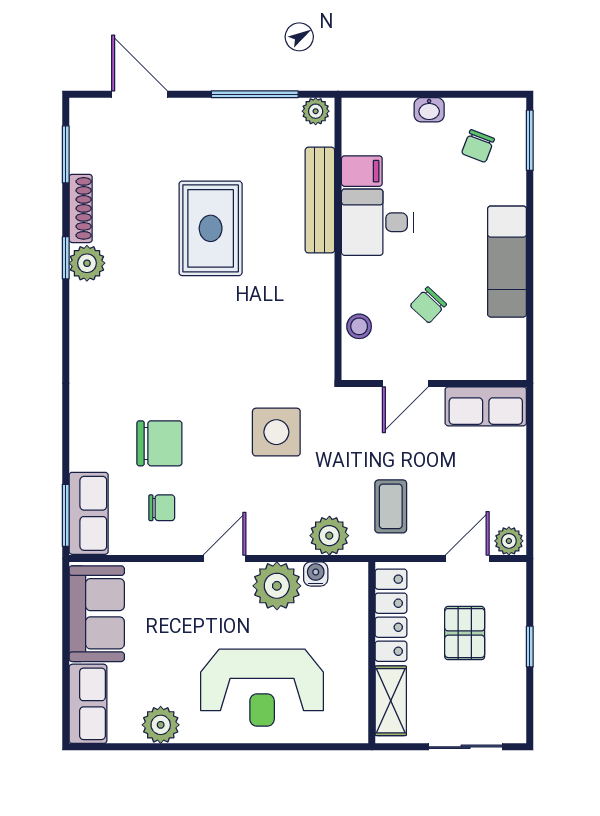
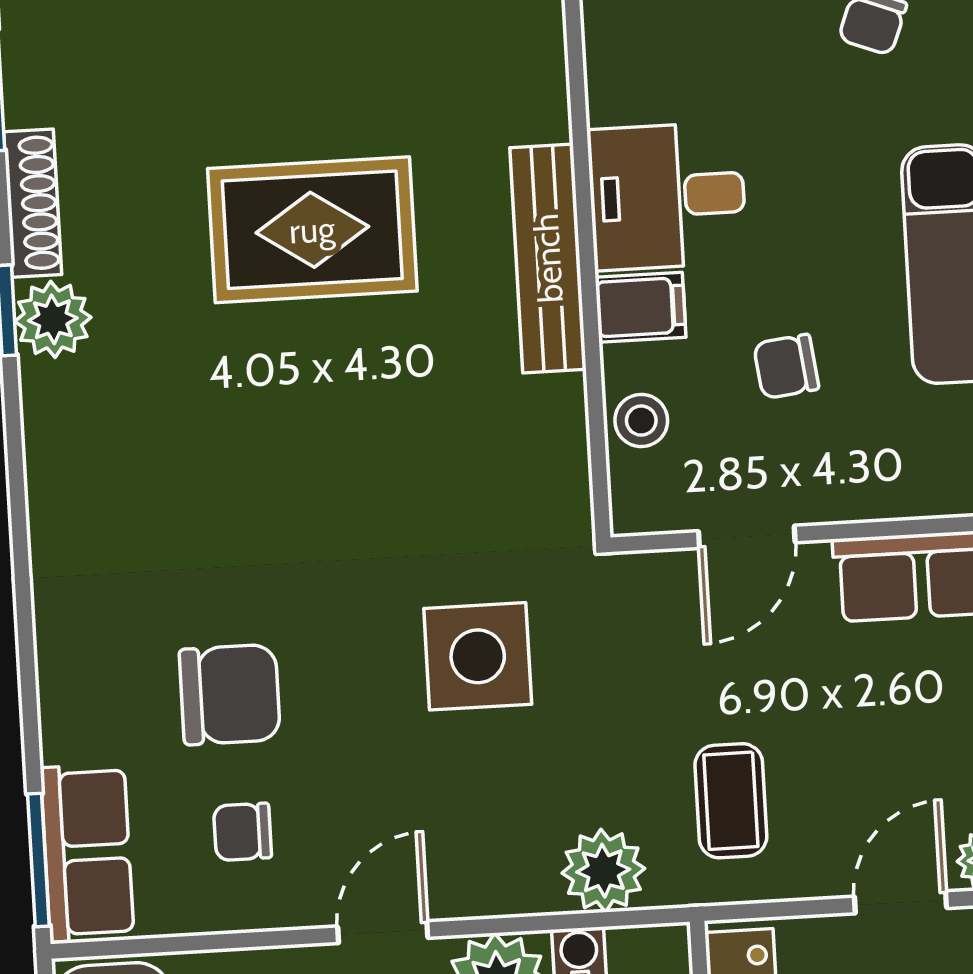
filing cabinet: (362, 171) -> (641, 307), moved
bench: (320, 200) -> (548, 258), moved
rug: (211, 228) -> (312, 230), turned 90
chair: (428, 305) -> (786, 366), turned 40
chair: (162, 508) -> (242, 832), turned 180

